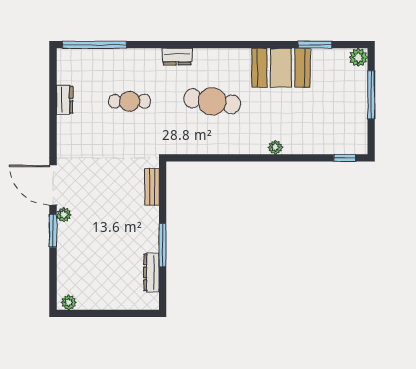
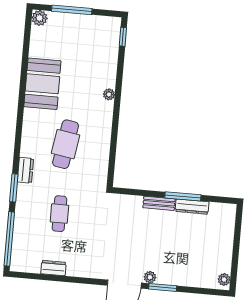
window: (315, 45) -> (14, 188), moved
bench: (152, 187) -> (159, 203), moved
dresser: (151, 272) -> (192, 207), moved

